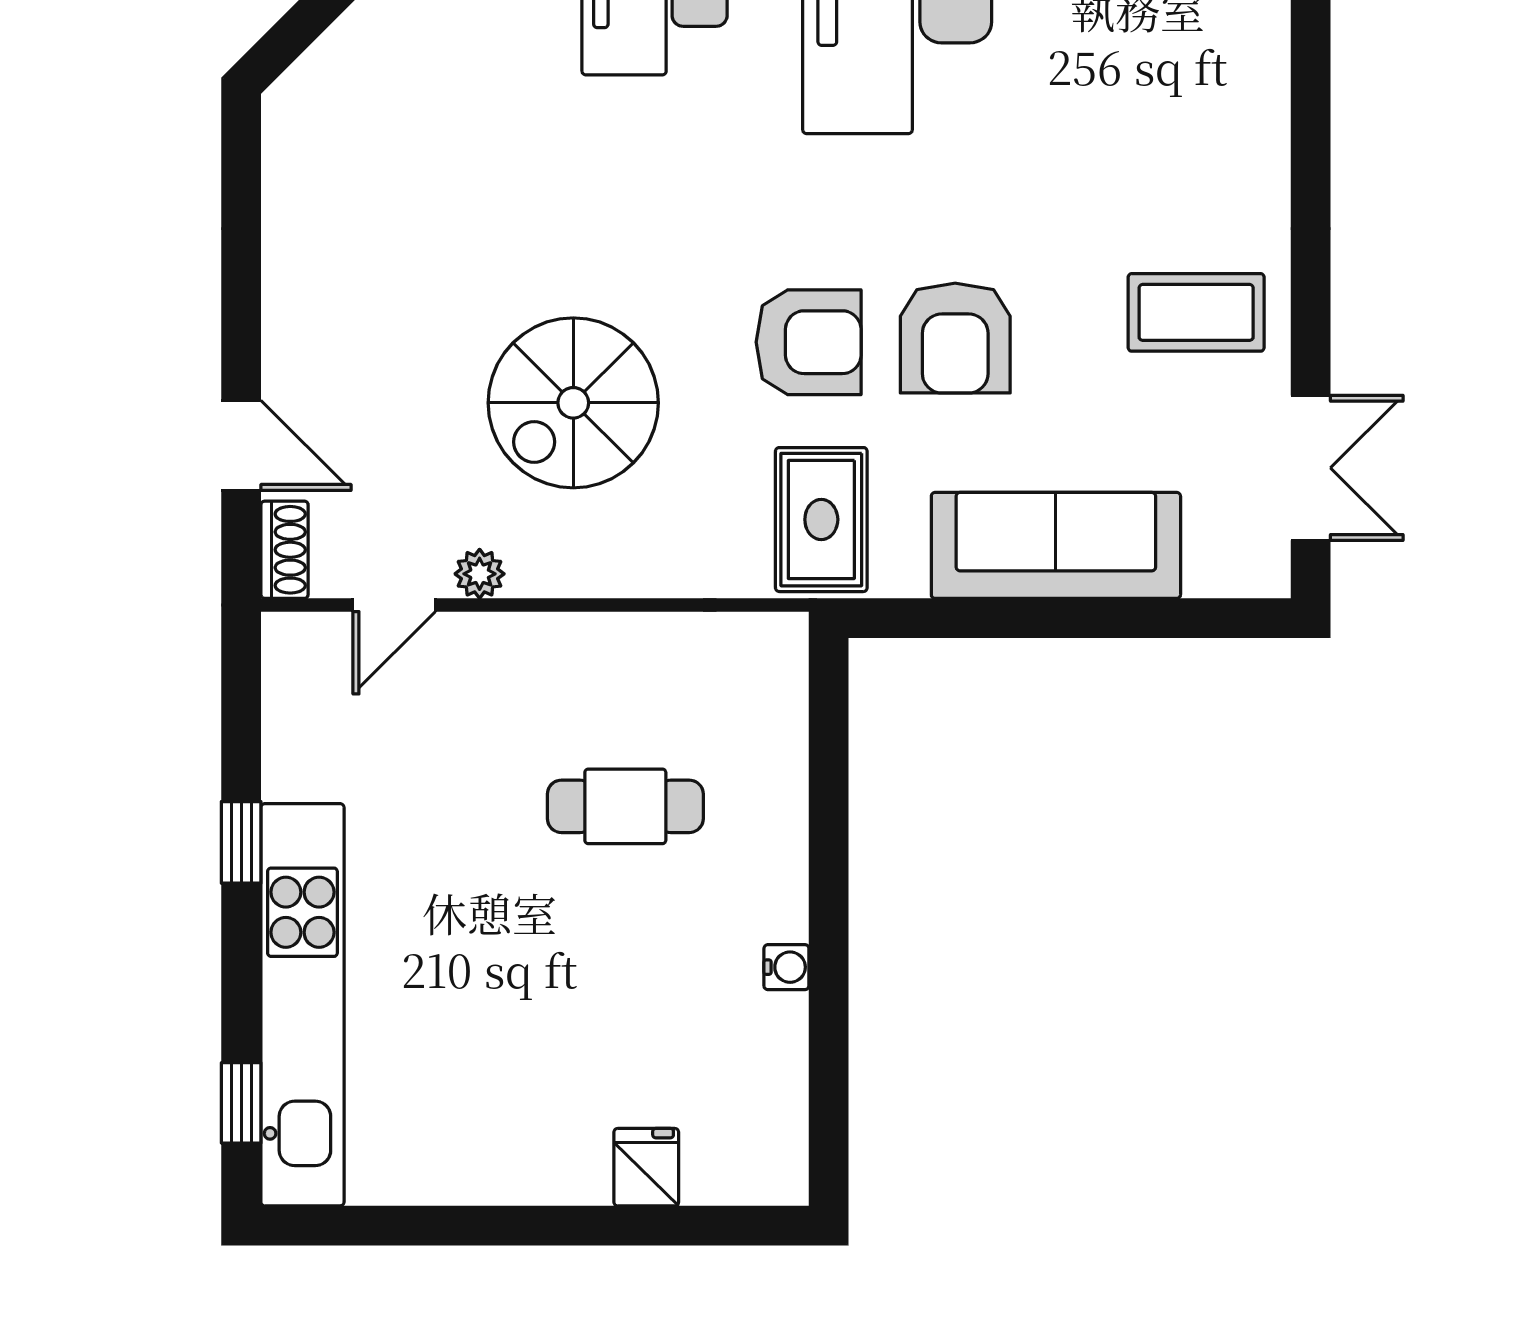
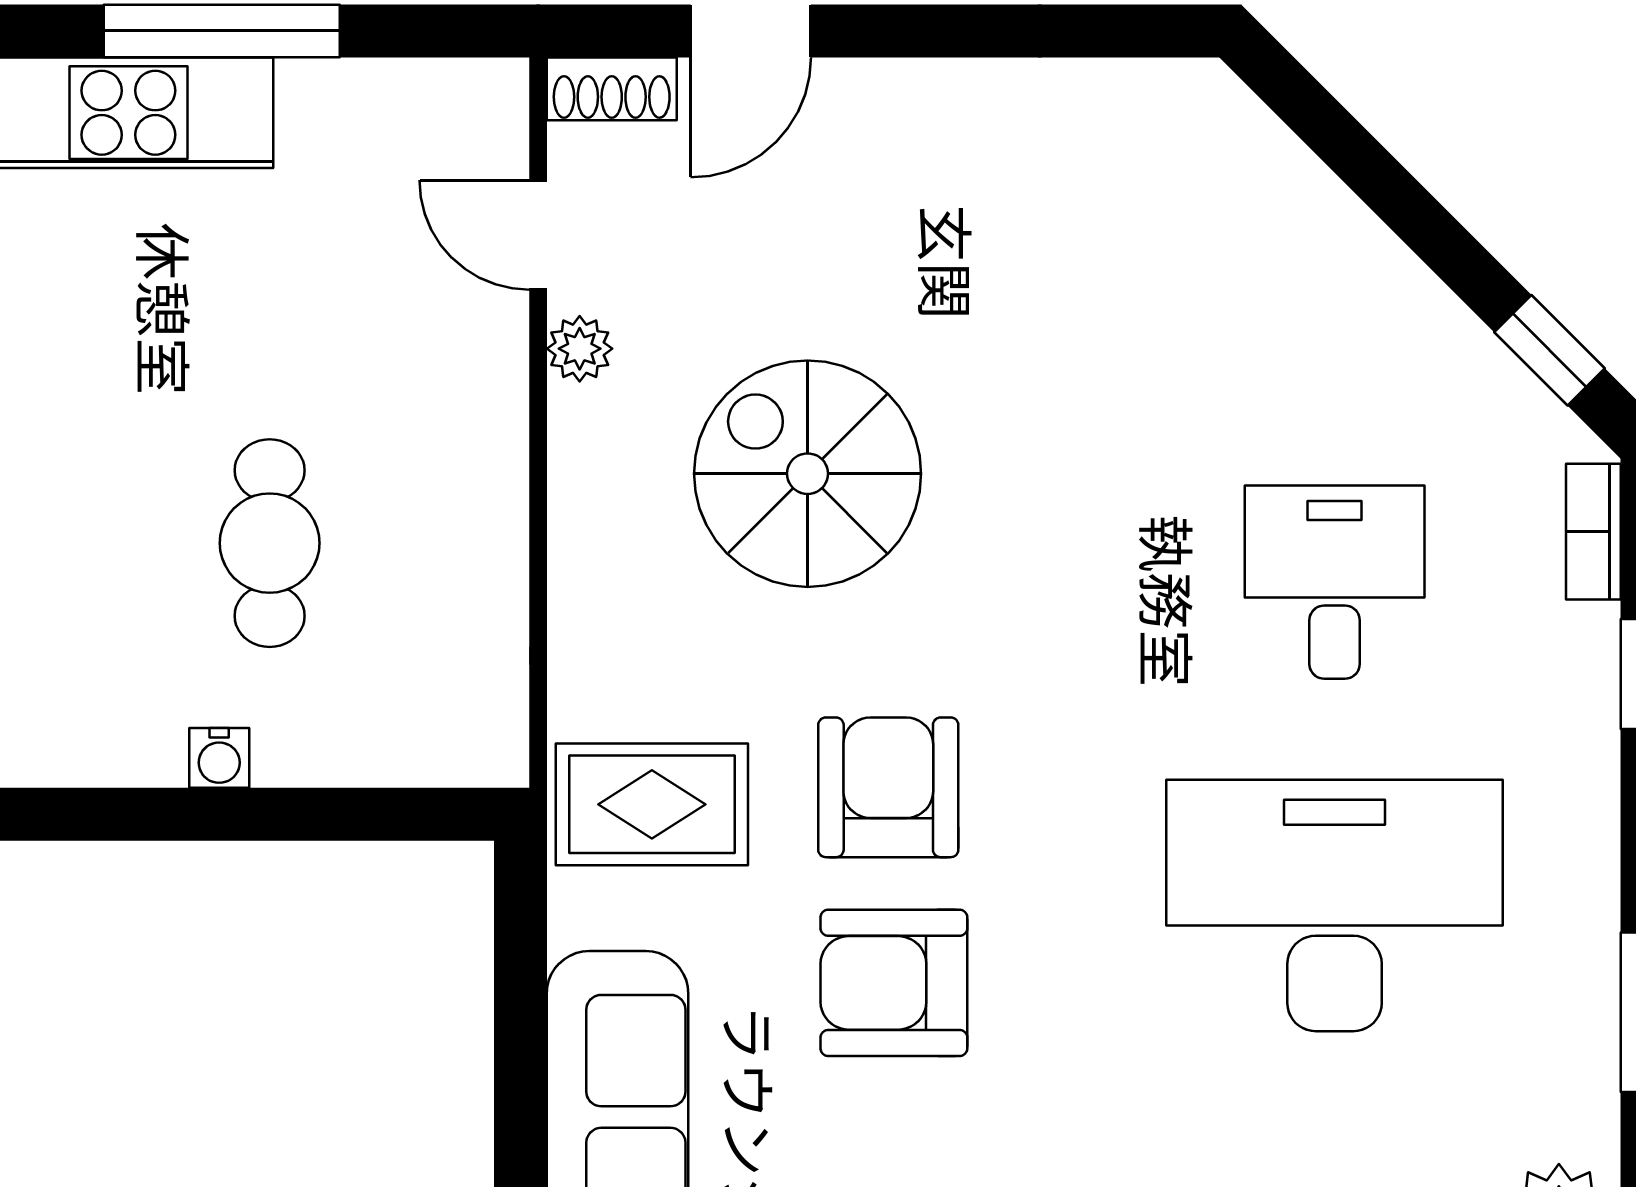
armchair: (809, 342) -> (888, 787), turned 180
window: (241, 842) -> (222, 31), width x2.17
water cooler: (786, 967) -> (219, 758), moved

